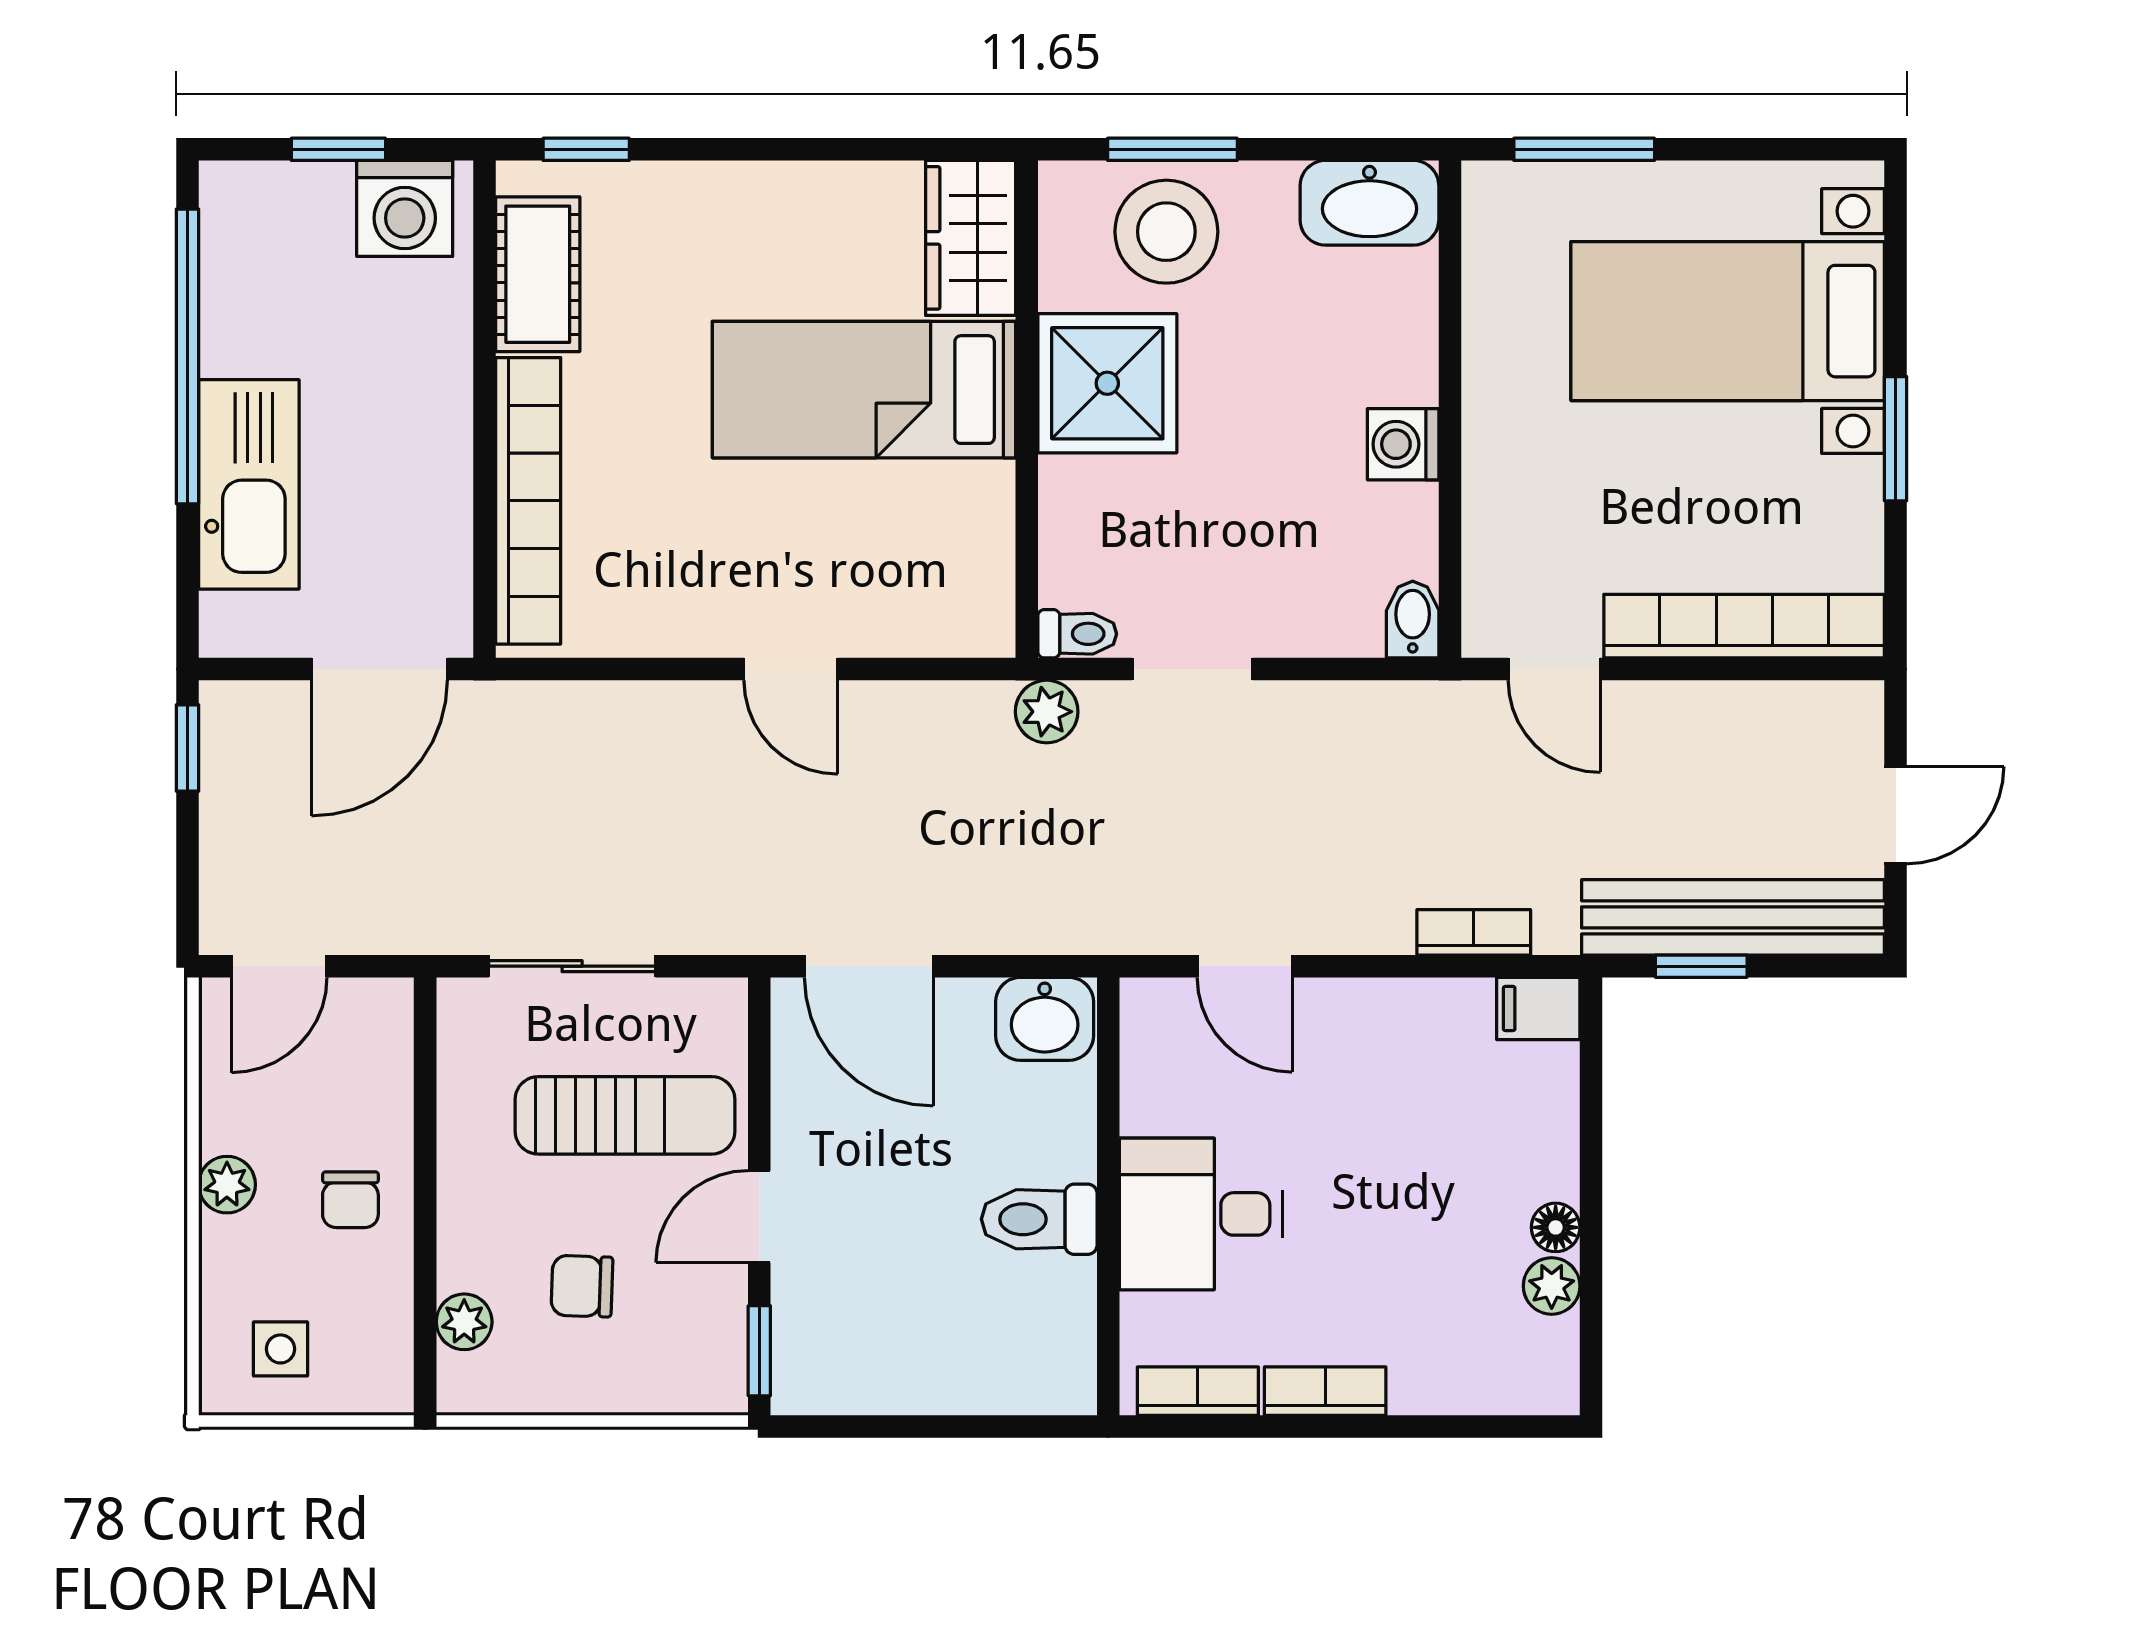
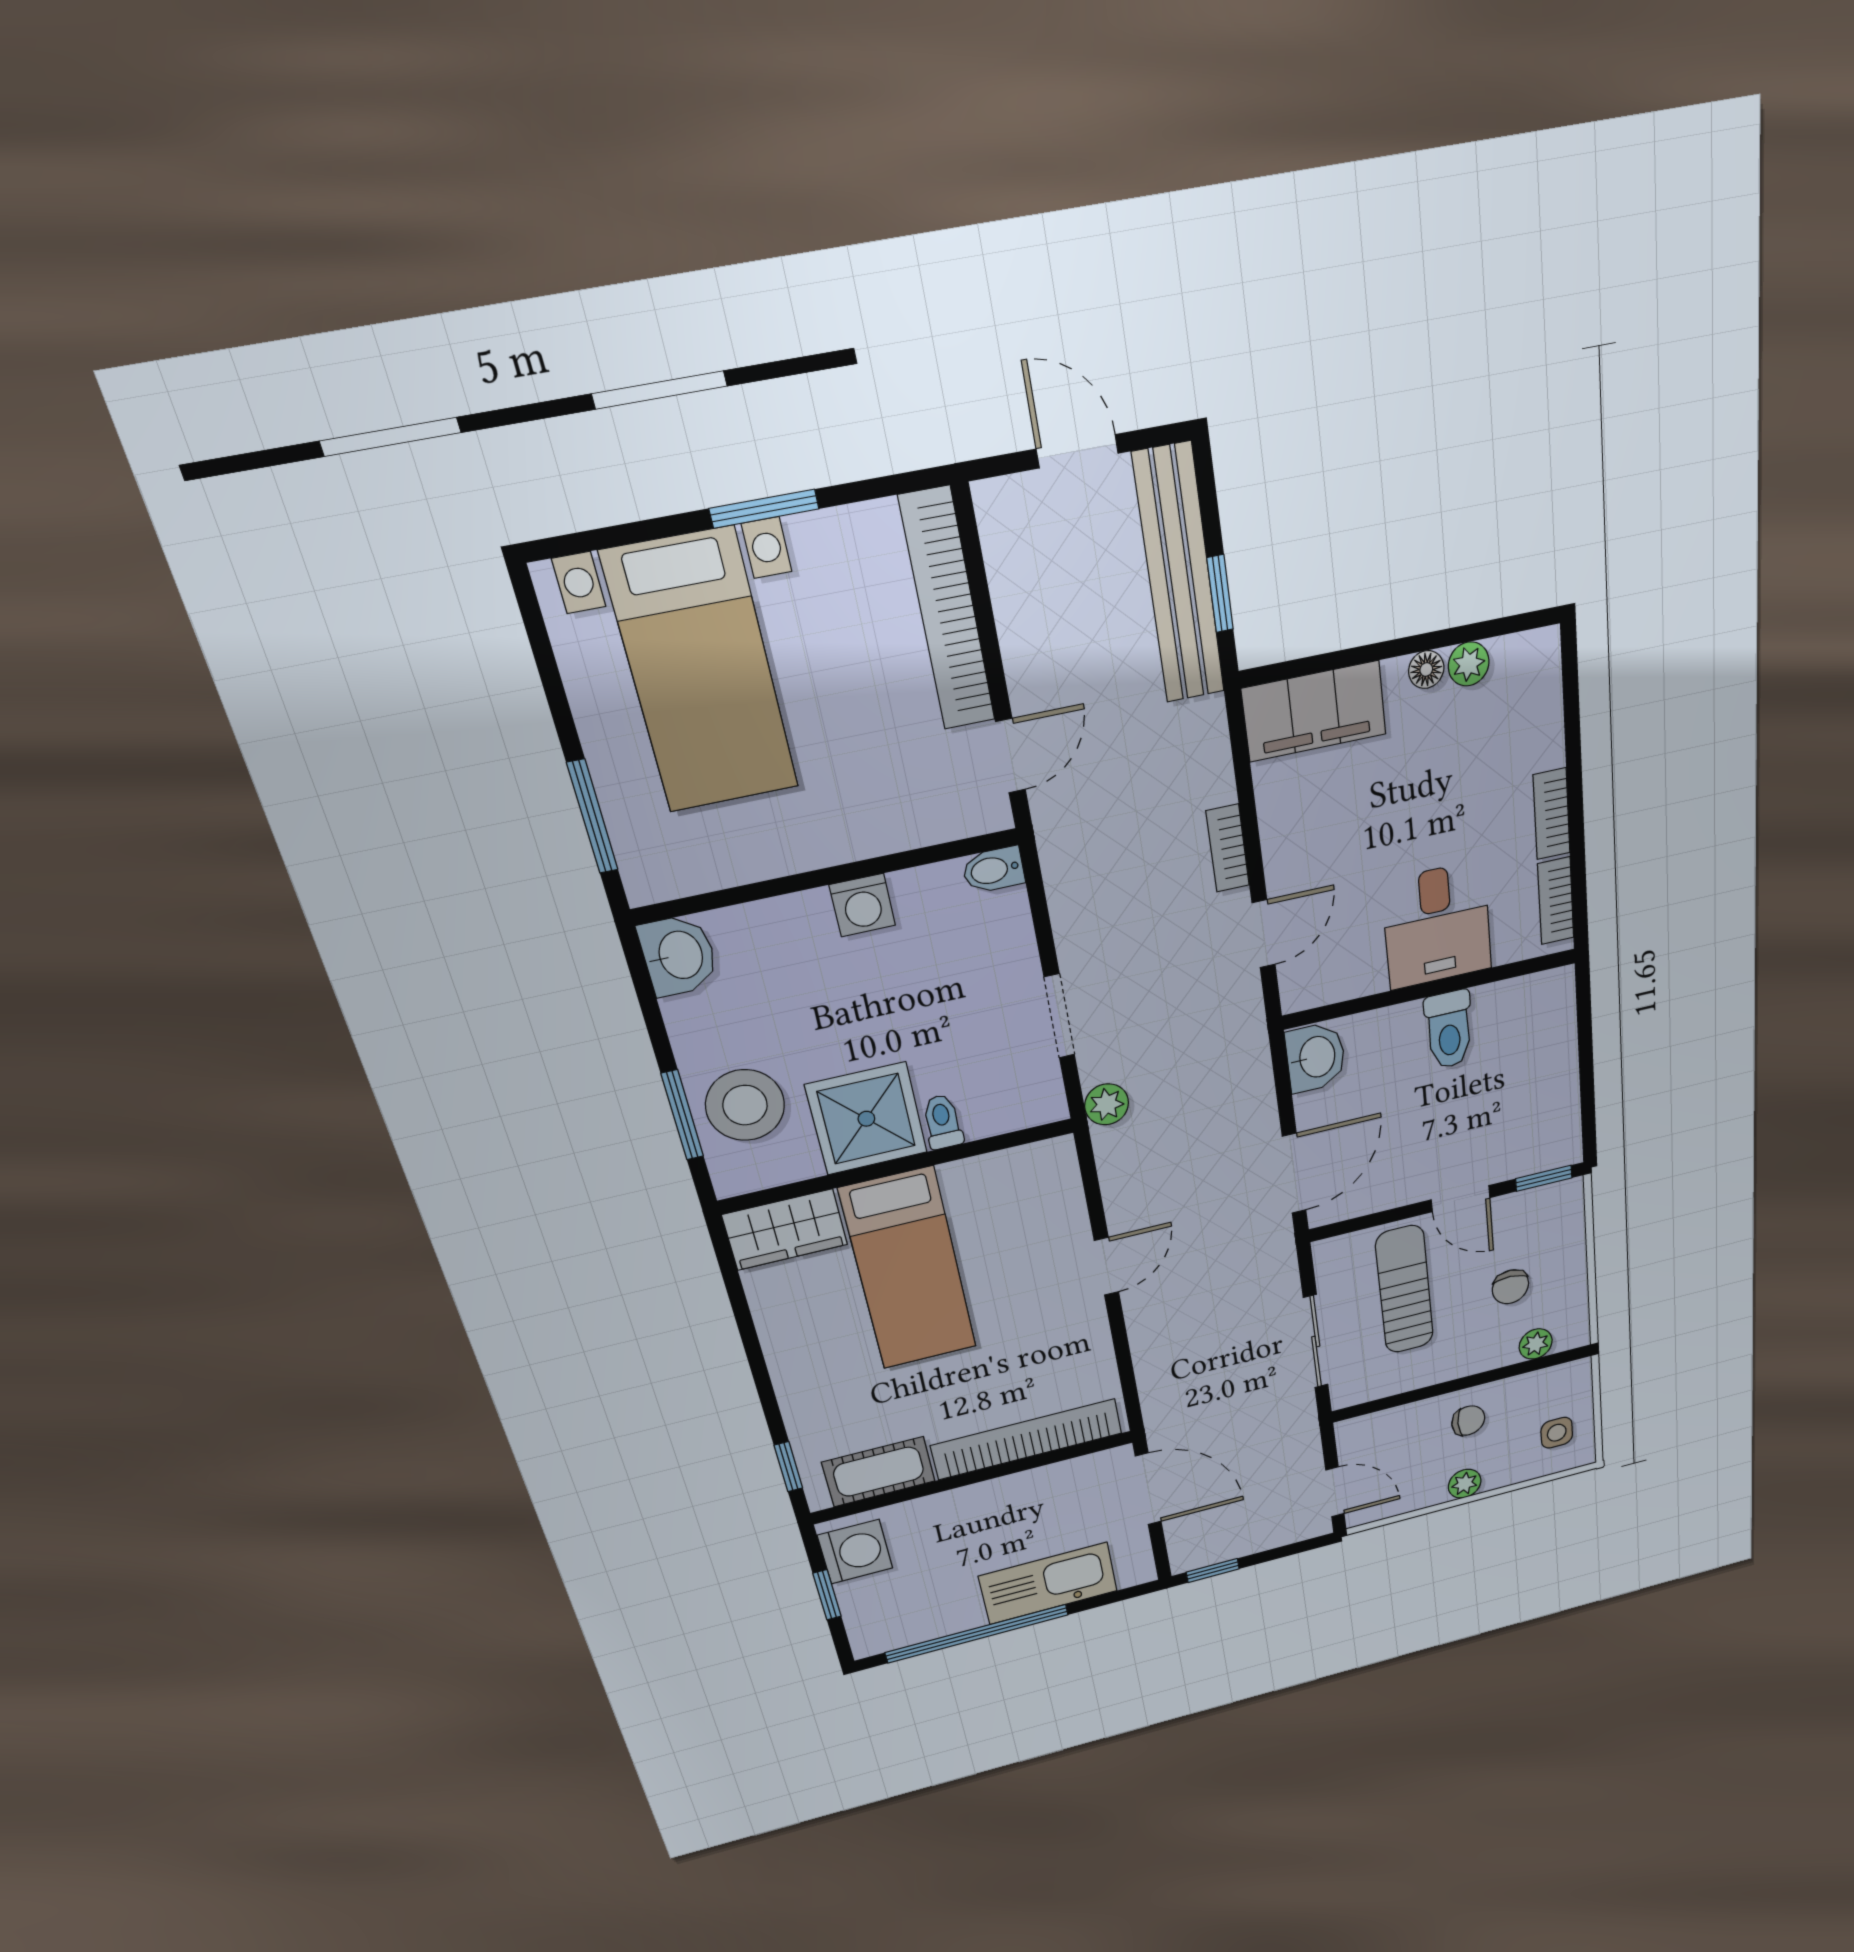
washbasin: (1369, 203) -> (679, 955), width x0.72
toilet: (1077, 634) -> (942, 1122), moved
bookcase: (1474, 932) -> (1228, 848), moved
filing cabinet: (1538, 1008) -> (1314, 711), width x3.00, depth x1.17

